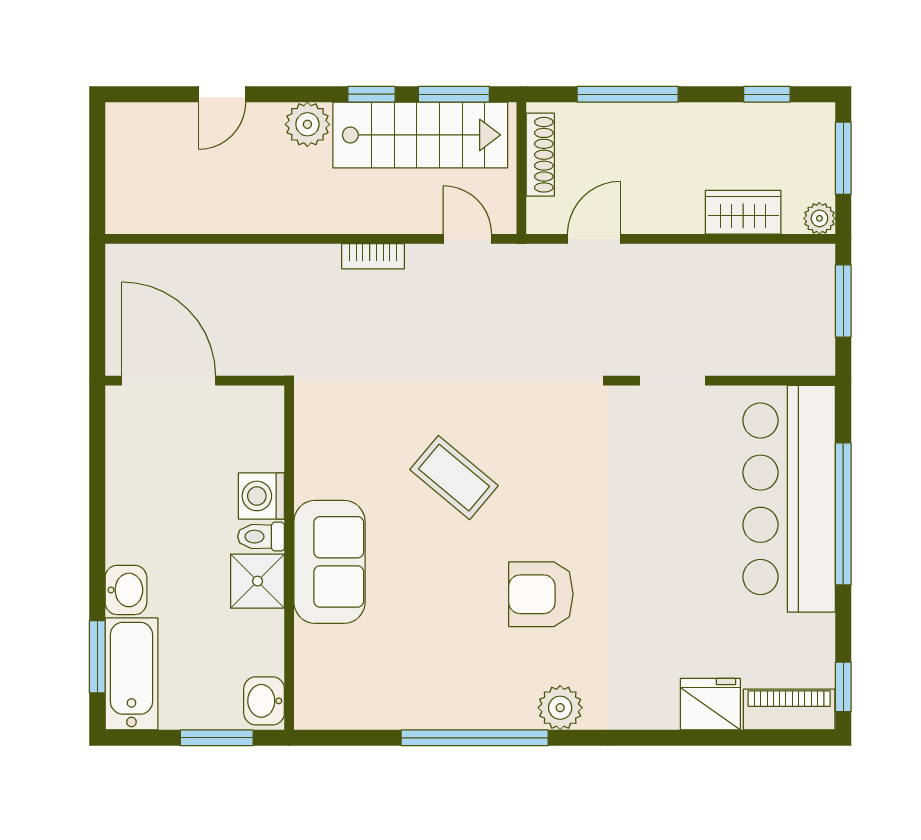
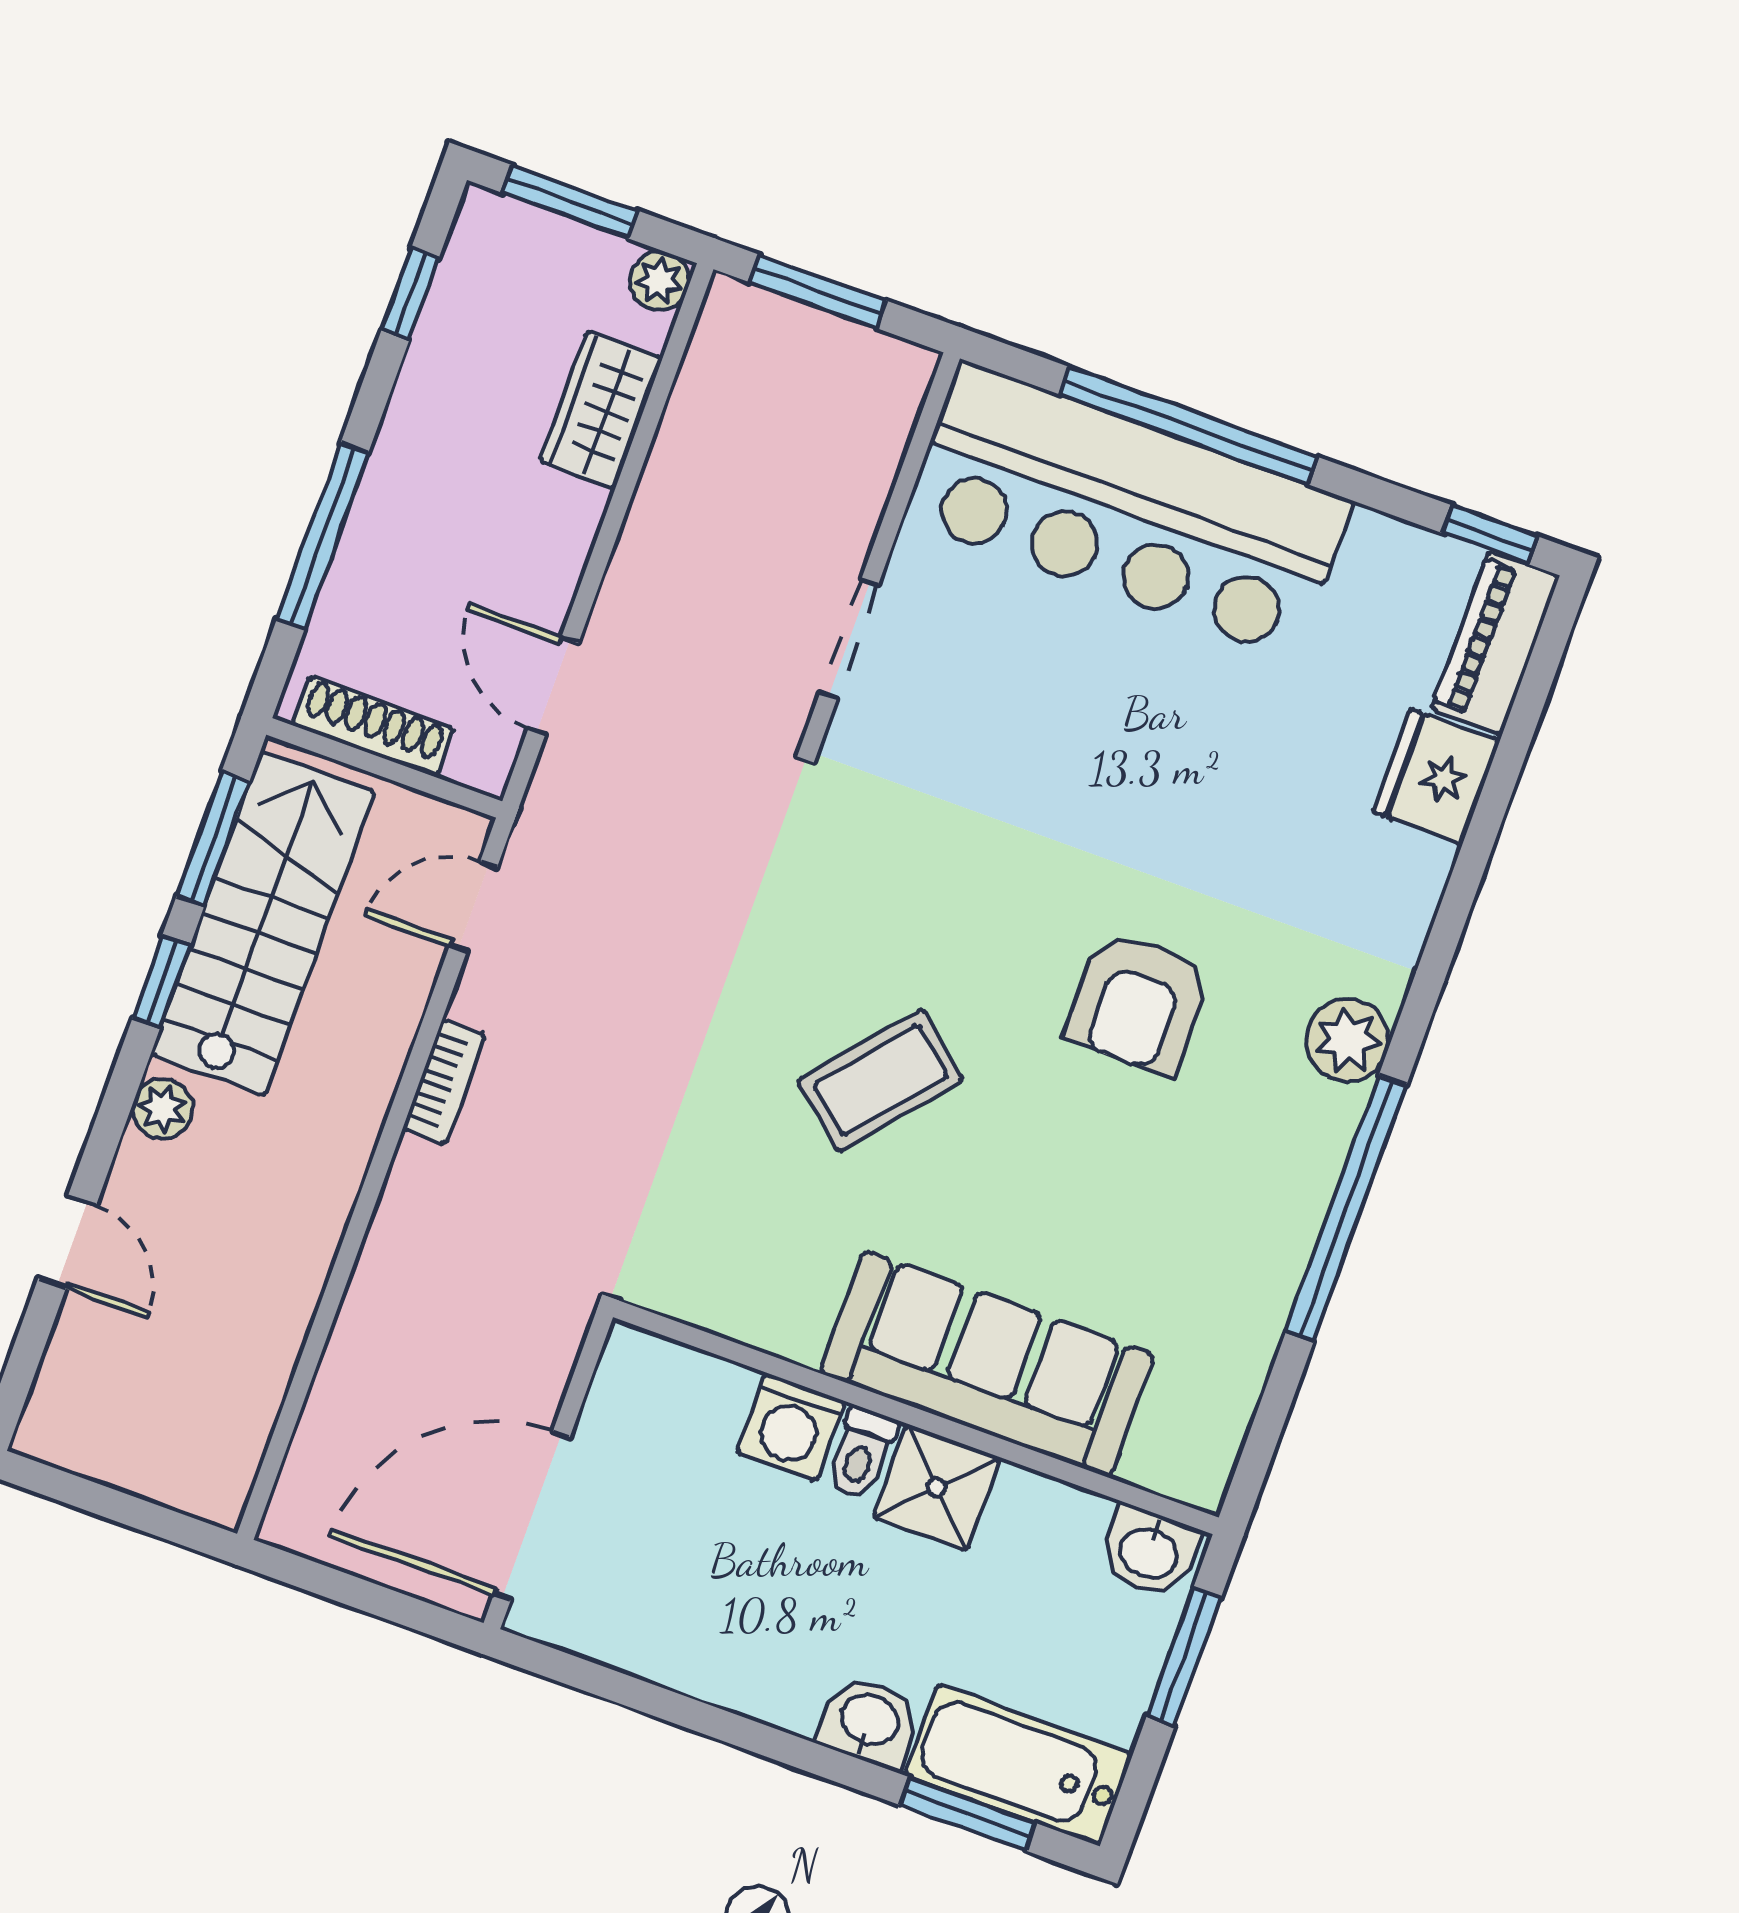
plant: (307, 124) -> (163, 1109), width x0.73, depth x0.73
sofa: (329, 562) -> (987, 1364), width x1.36

